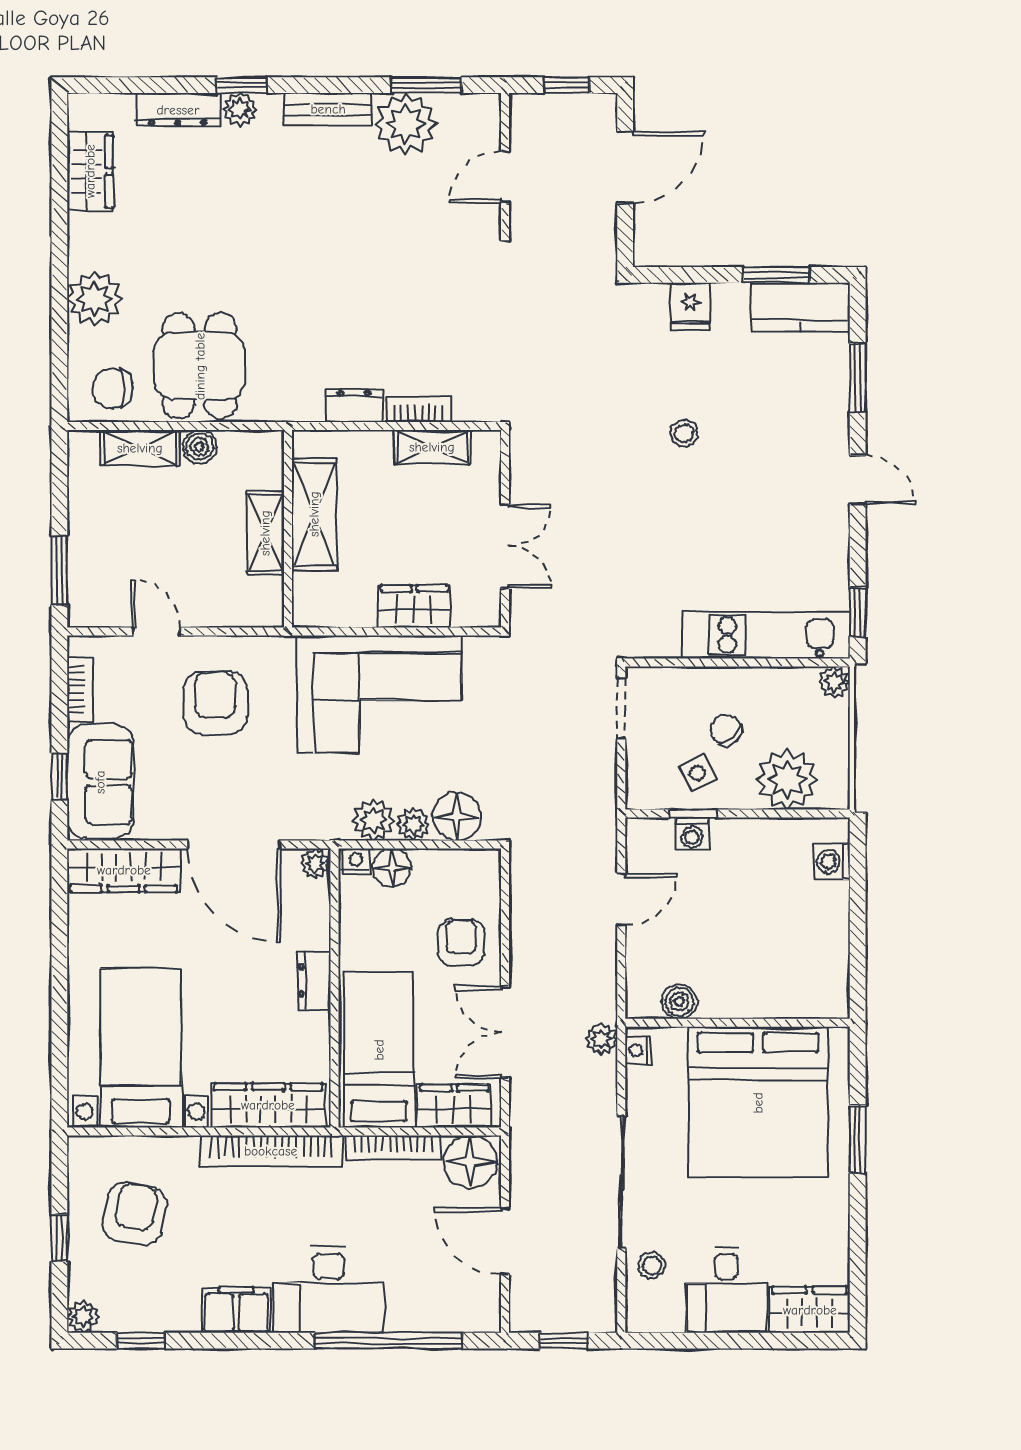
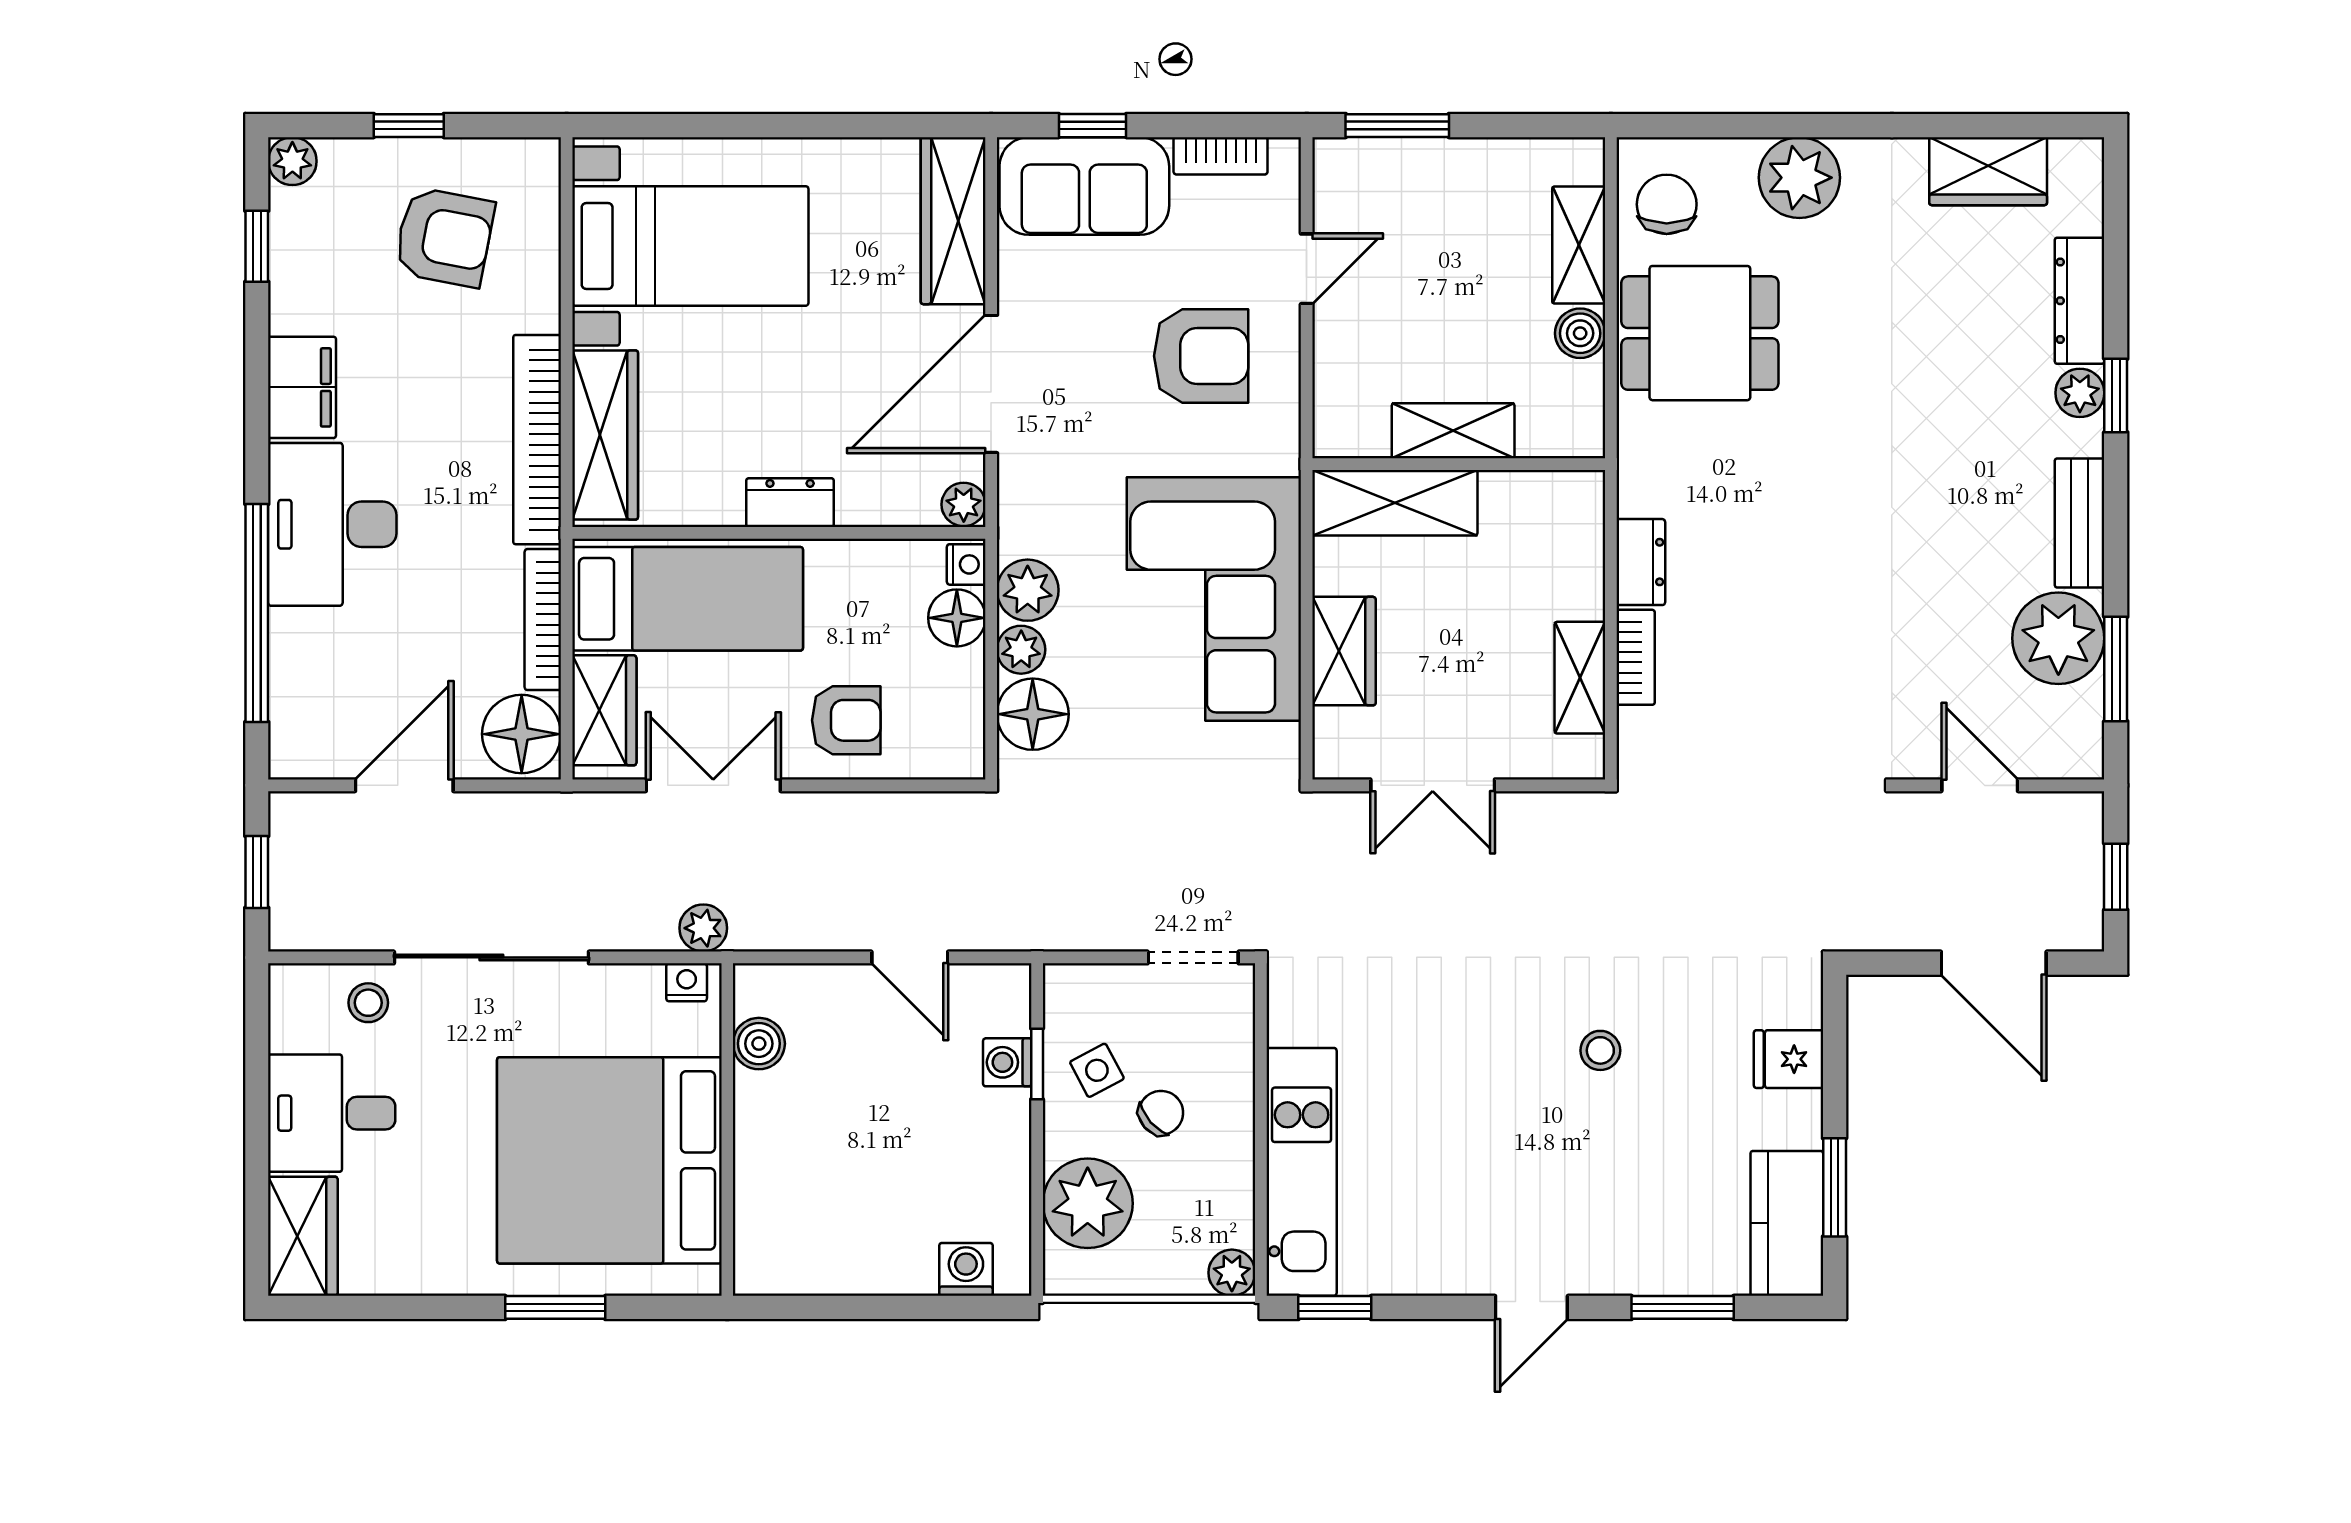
shelving: (314, 514) -> (1395, 503), moved

